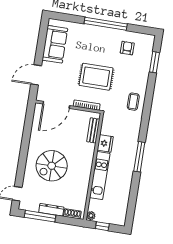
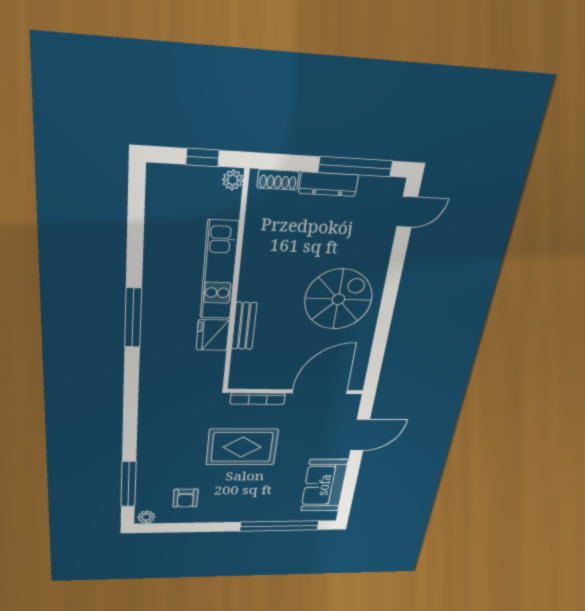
window: (106, 24) -> (279, 526), moved
plant: (149, 39) -> (146, 517), added
window: (154, 62) -> (128, 484), width x1.44
coffee table: (133, 102) -> (162, 416), removed
bench: (93, 130) -> (244, 326), moved
spiral stairs: (52, 166) -> (338, 299), moved

